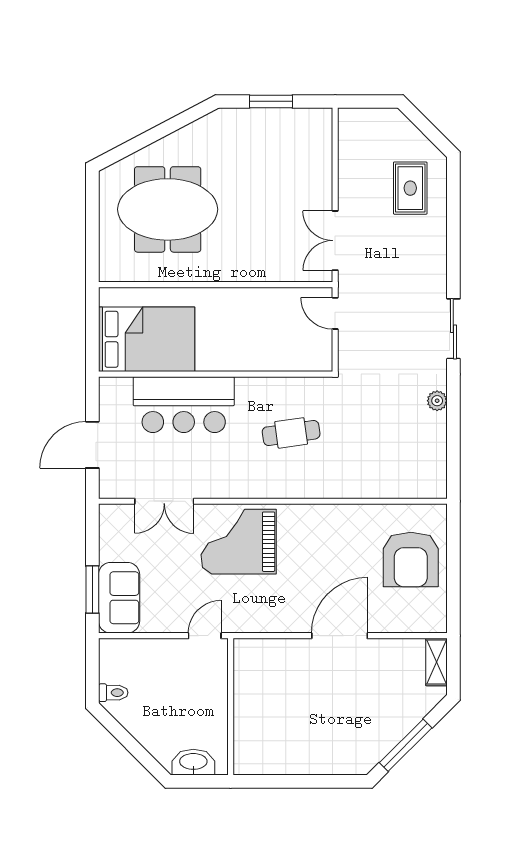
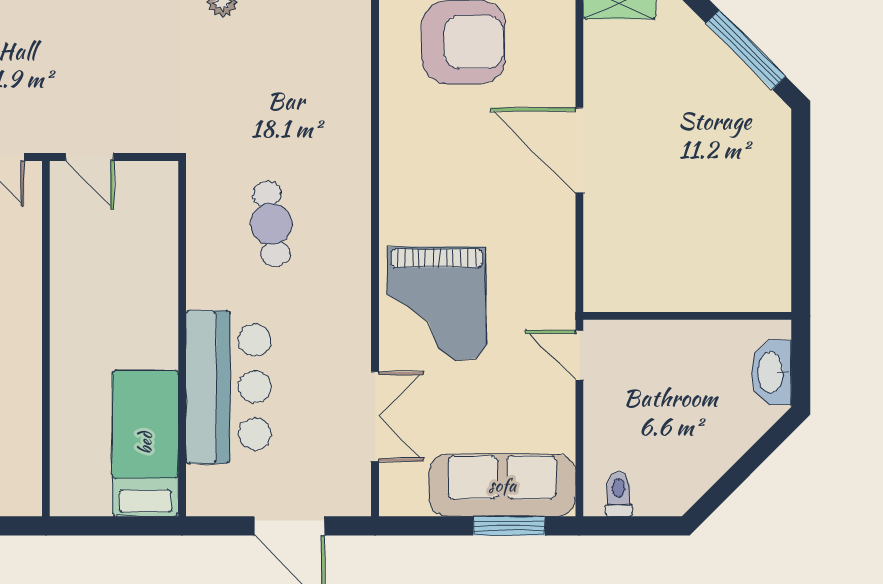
door: (335, 313) -> (90, 157), hinge flipped
bed: (147, 339) -> (145, 443), width x0.67
sofa: (119, 598) -> (502, 485), width x1.36
toilet: (113, 693) -> (619, 494), moved

